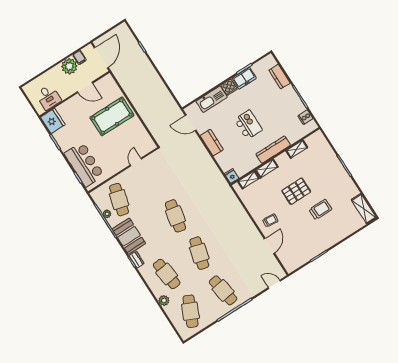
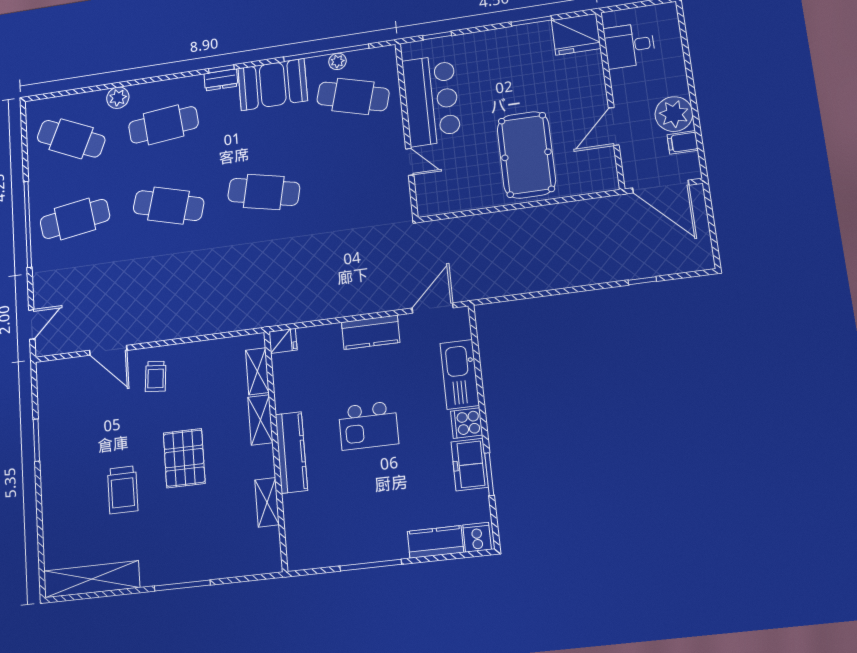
cooker: (305, 117) -> (477, 537), moved
bar counter: (84, 164) -> (431, 100), moved, turned -90
shelving: (364, 209) -> (92, 579), width x1.47

